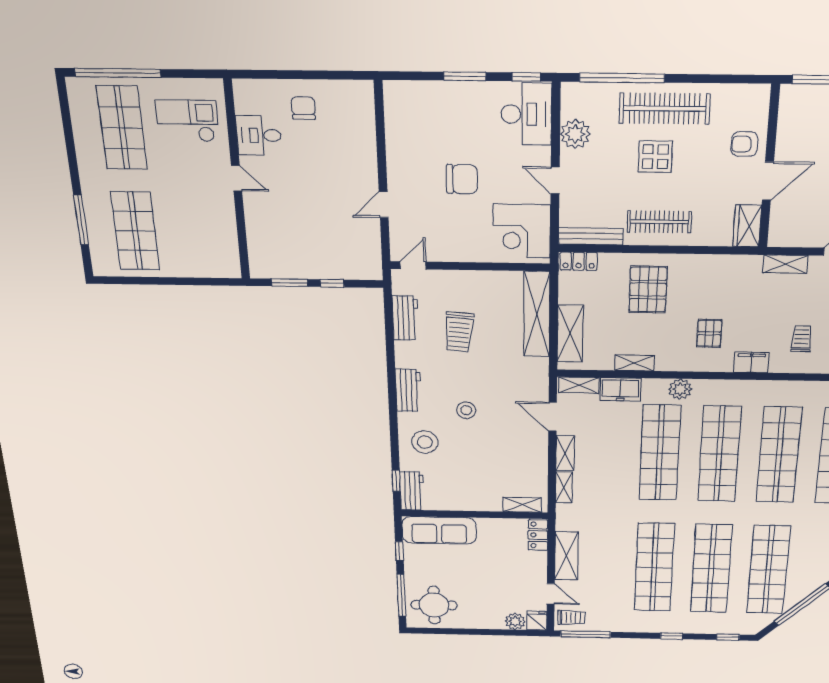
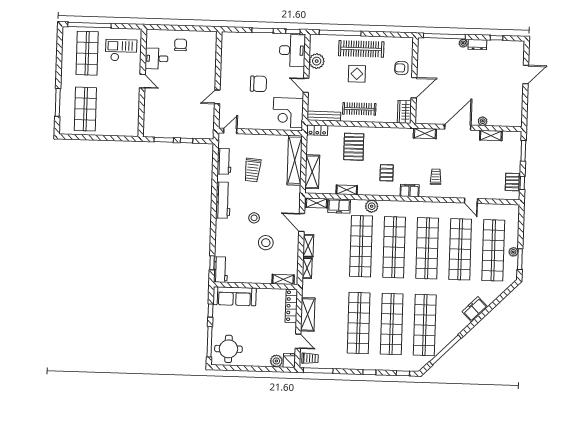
workbench: (408, 390) -> (223, 200), width x1.38
stool: (425, 442) -> (266, 243), moved
locker: (538, 535) -> (291, 306), width x1.53

